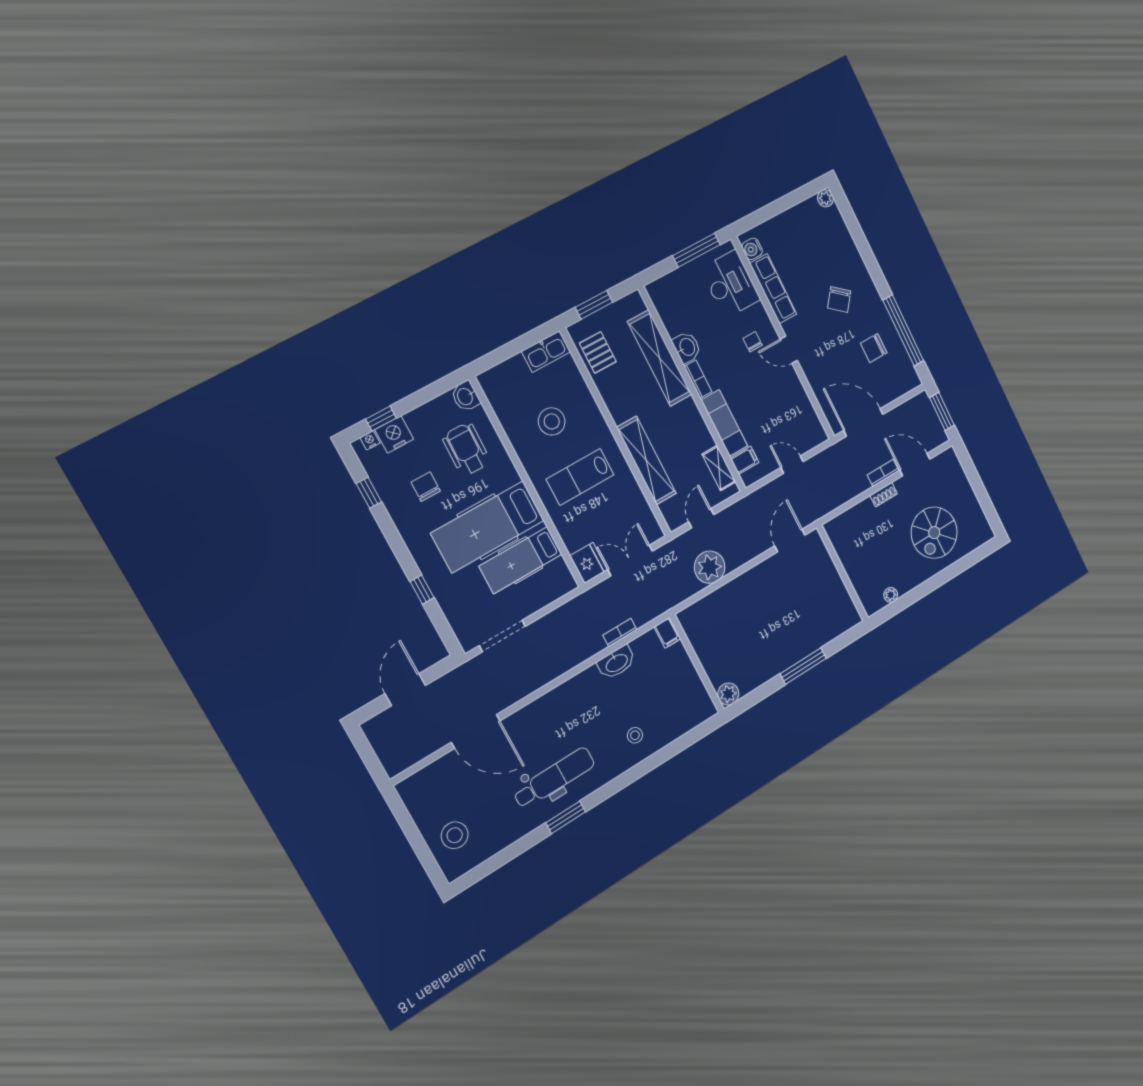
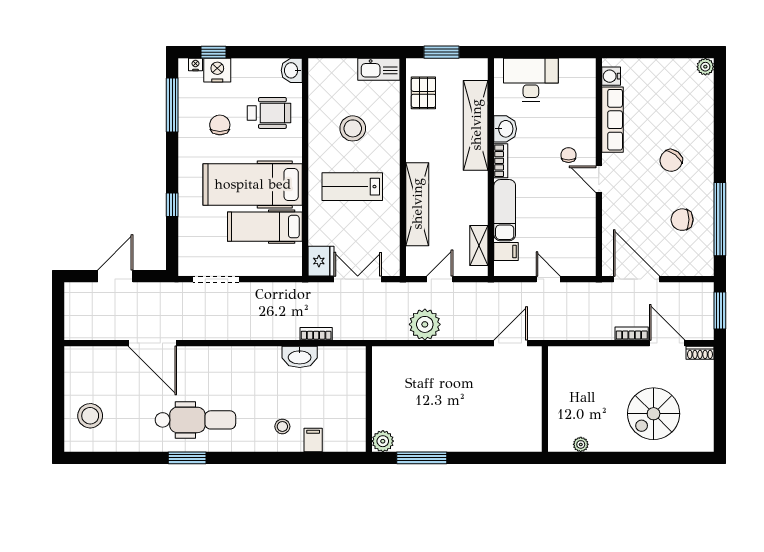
window: (696, 250) -> (558, 52), removed
desk: (730, 284) -> (531, 80), moved, turned -90
wheelchair: (466, 449) -> (269, 113), turned 89
window: (369, 493) -> (172, 105), width x2.17
shoe rack: (884, 495) -> (700, 353), moved
filing cabinet: (667, 633) -> (313, 440), moved, turned 180
window: (803, 666) -> (422, 458), moved

